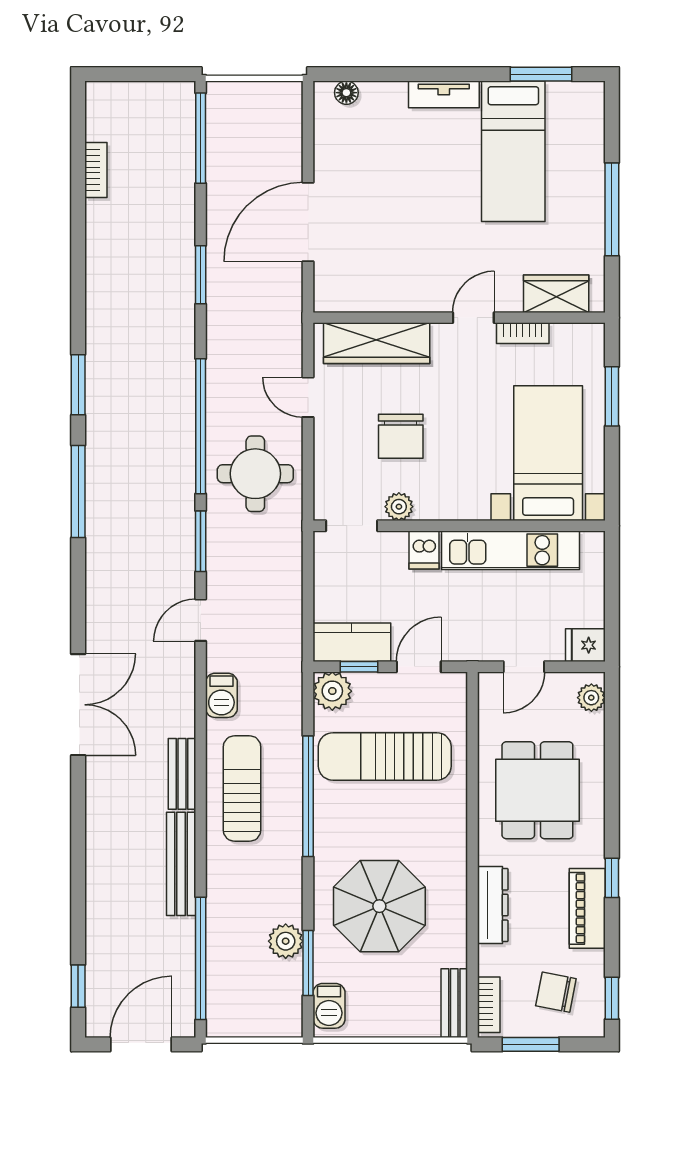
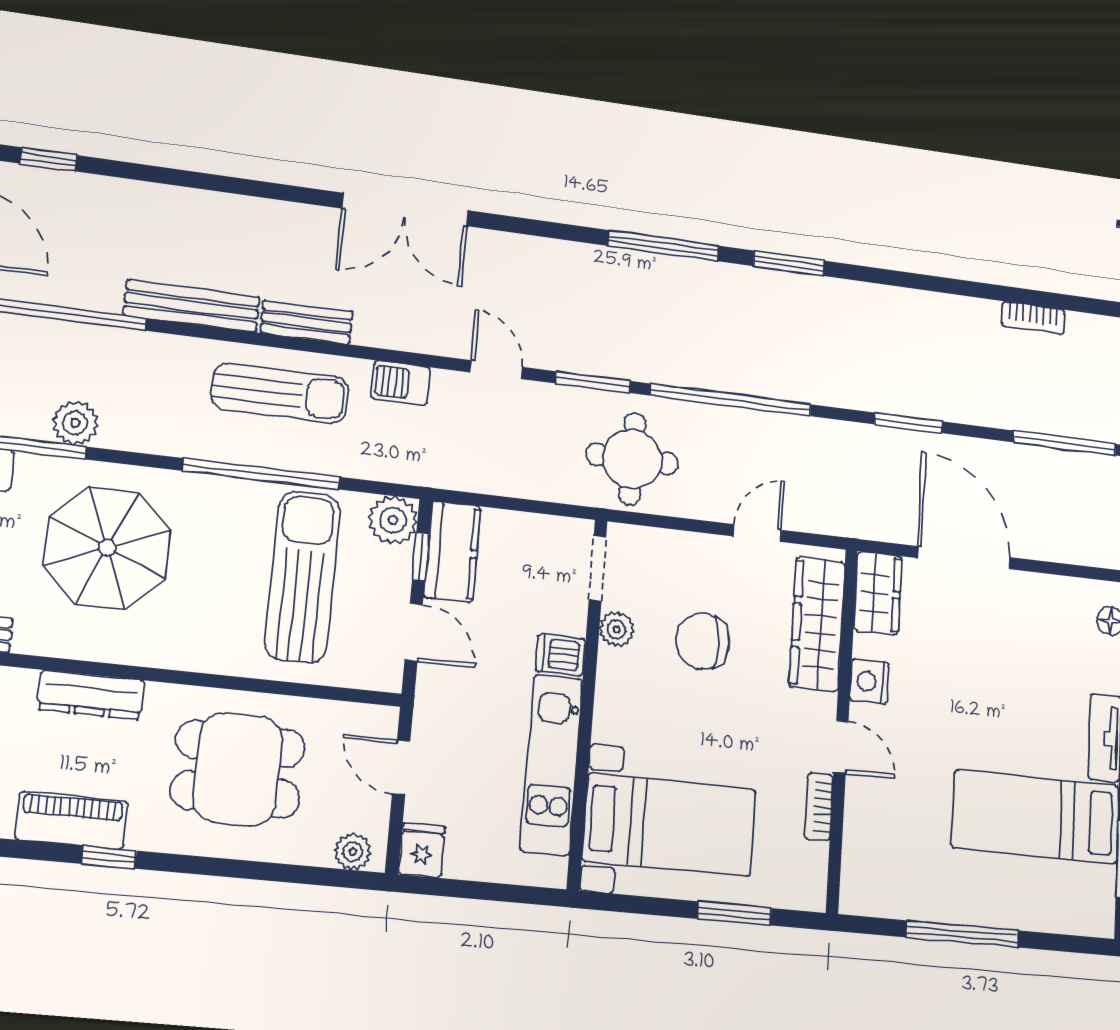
wardrobe: (556, 294) -> (878, 593), moved
nightstand: (419, 297) -> (869, 682), added
round table: (255, 474) -> (632, 459), moved

